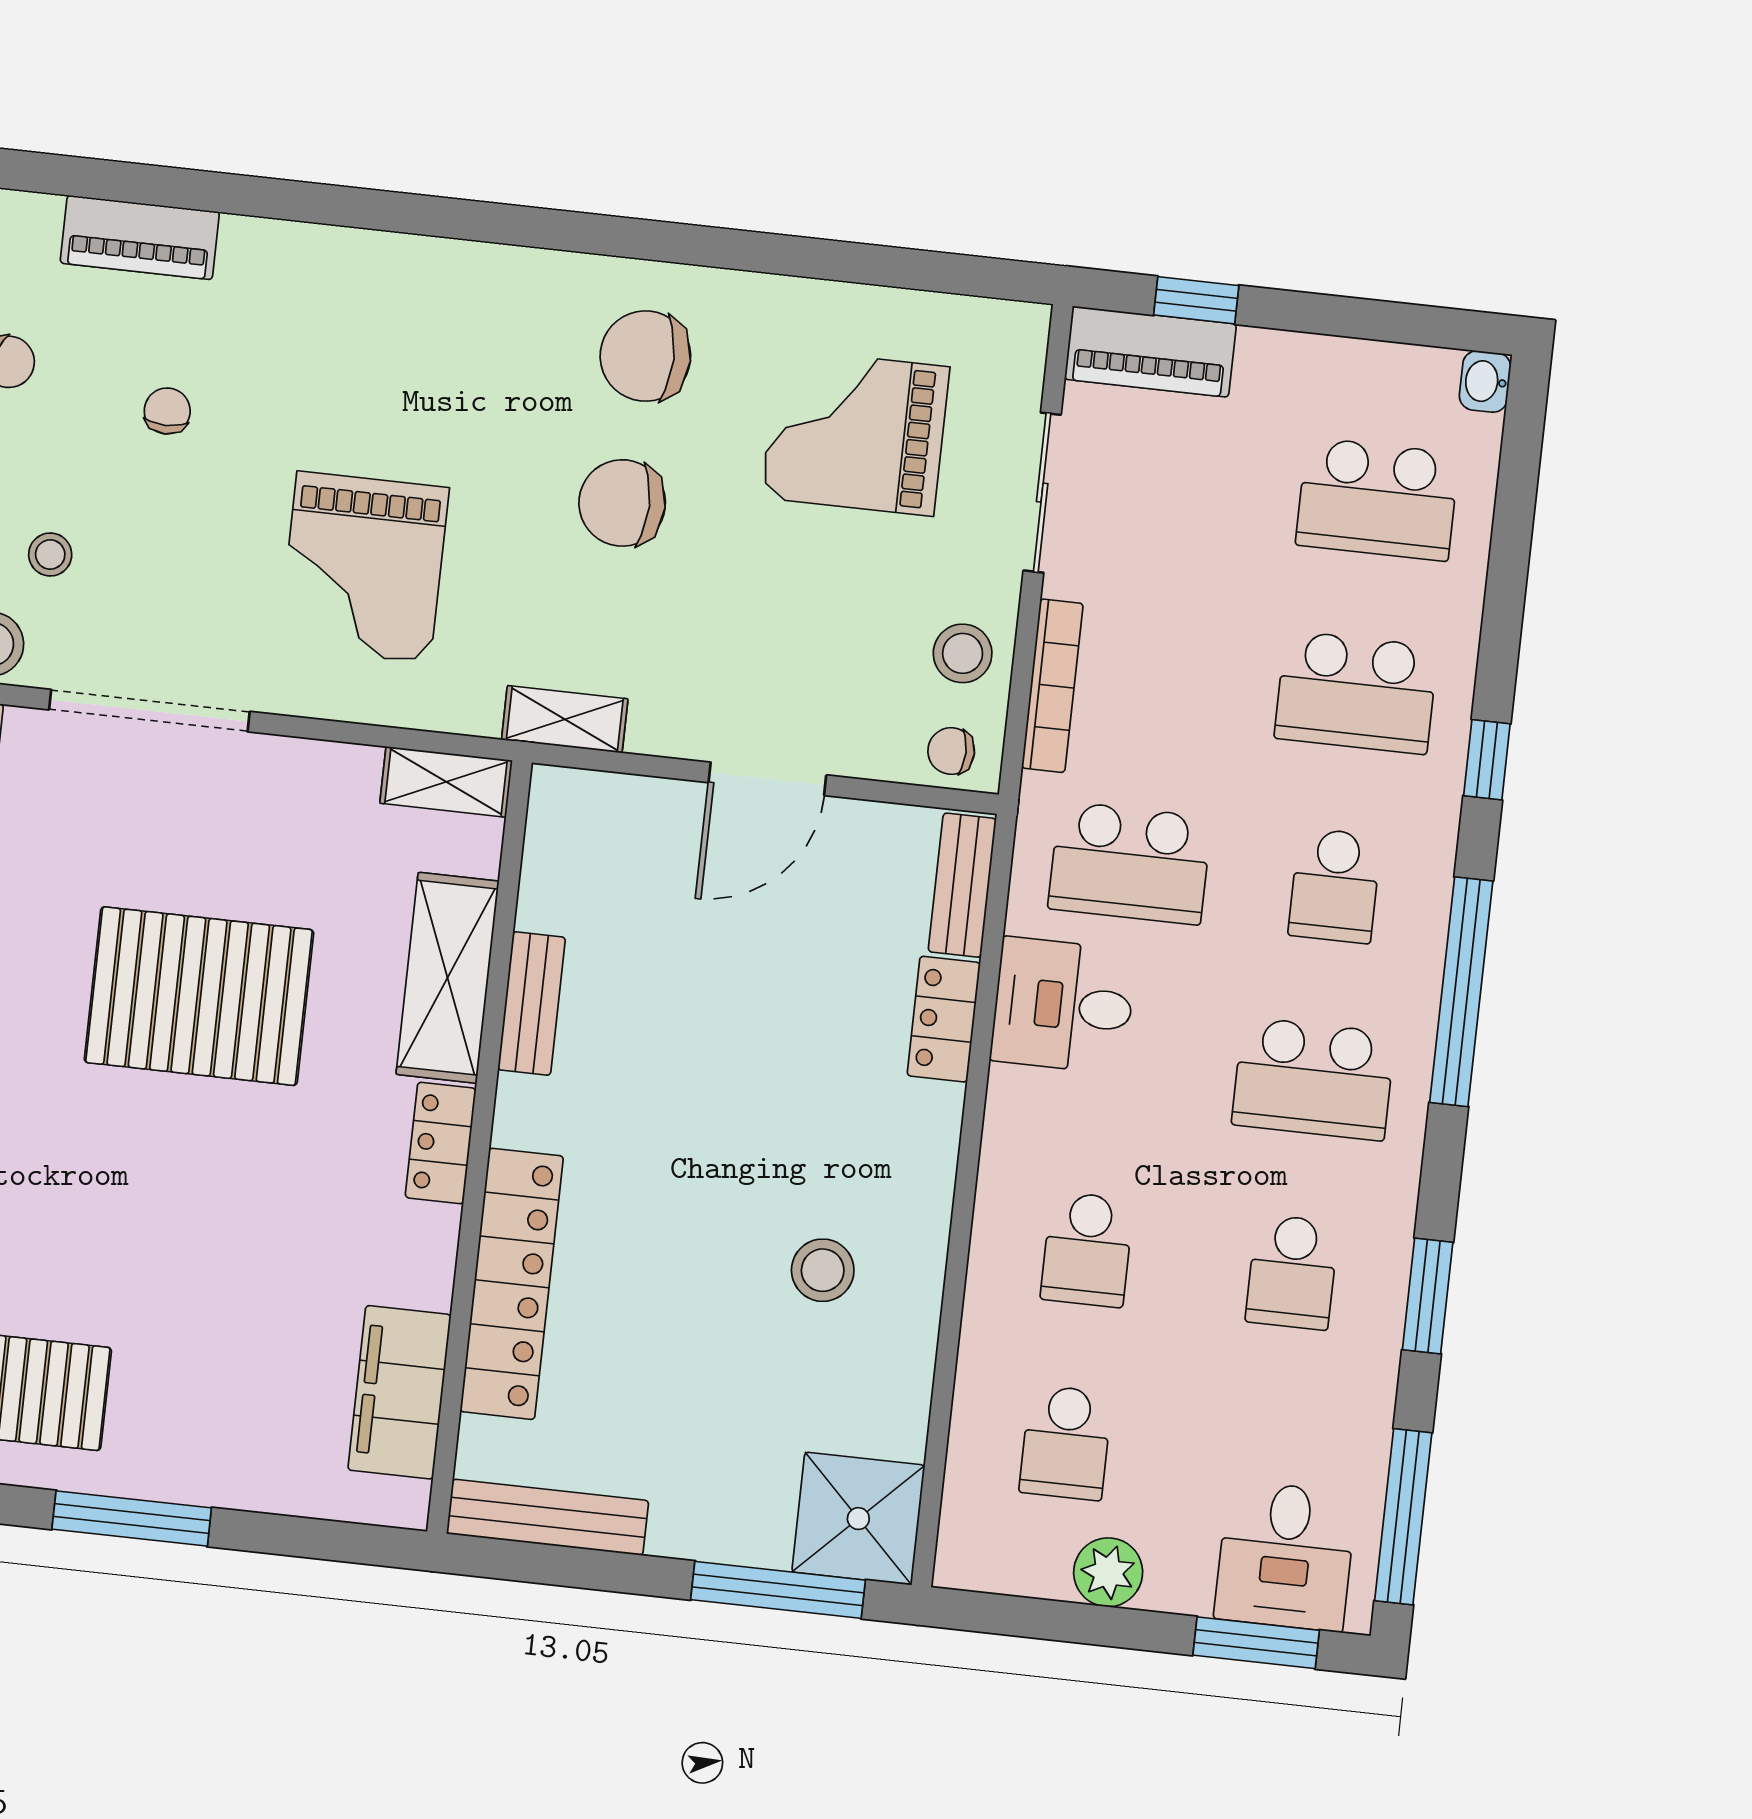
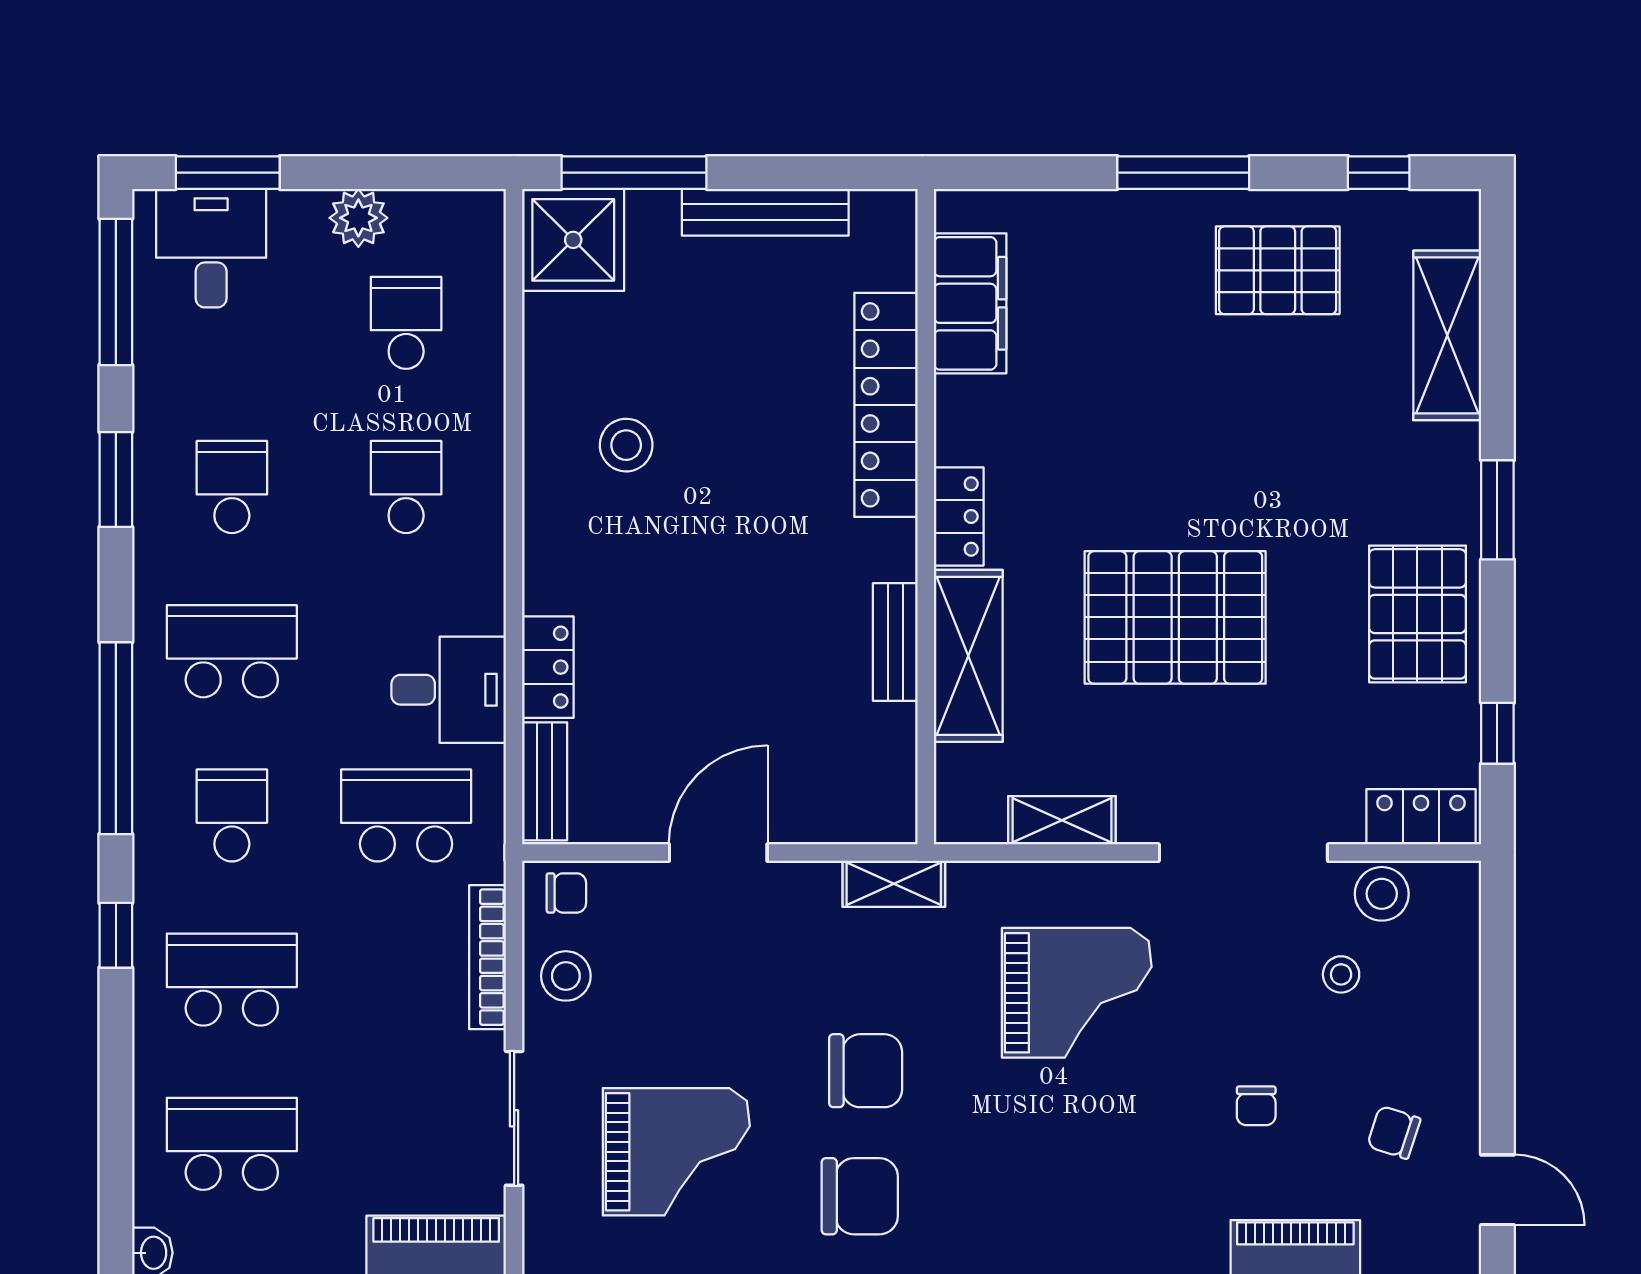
grand piano: (364, 567) -> (1077, 993), turned 90
shelving: (446, 782) -> (1062, 820), moved
bench: (548, 1517) -> (765, 212), moved

